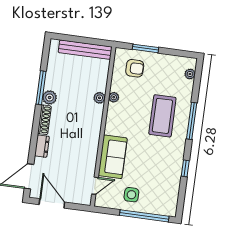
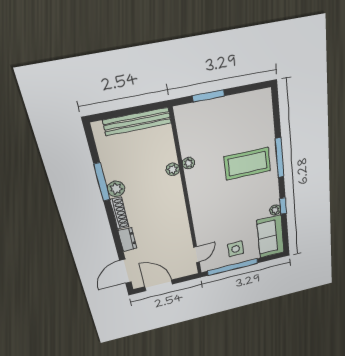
armchair: (135, 68) -> (203, 123), removed
plant: (190, 74) -> (275, 210), moved
coffee table: (162, 116) -> (247, 164), turned 90
sofa: (113, 157) -> (270, 237), moved, turned 180
window: (144, 216) -> (233, 267), moved

